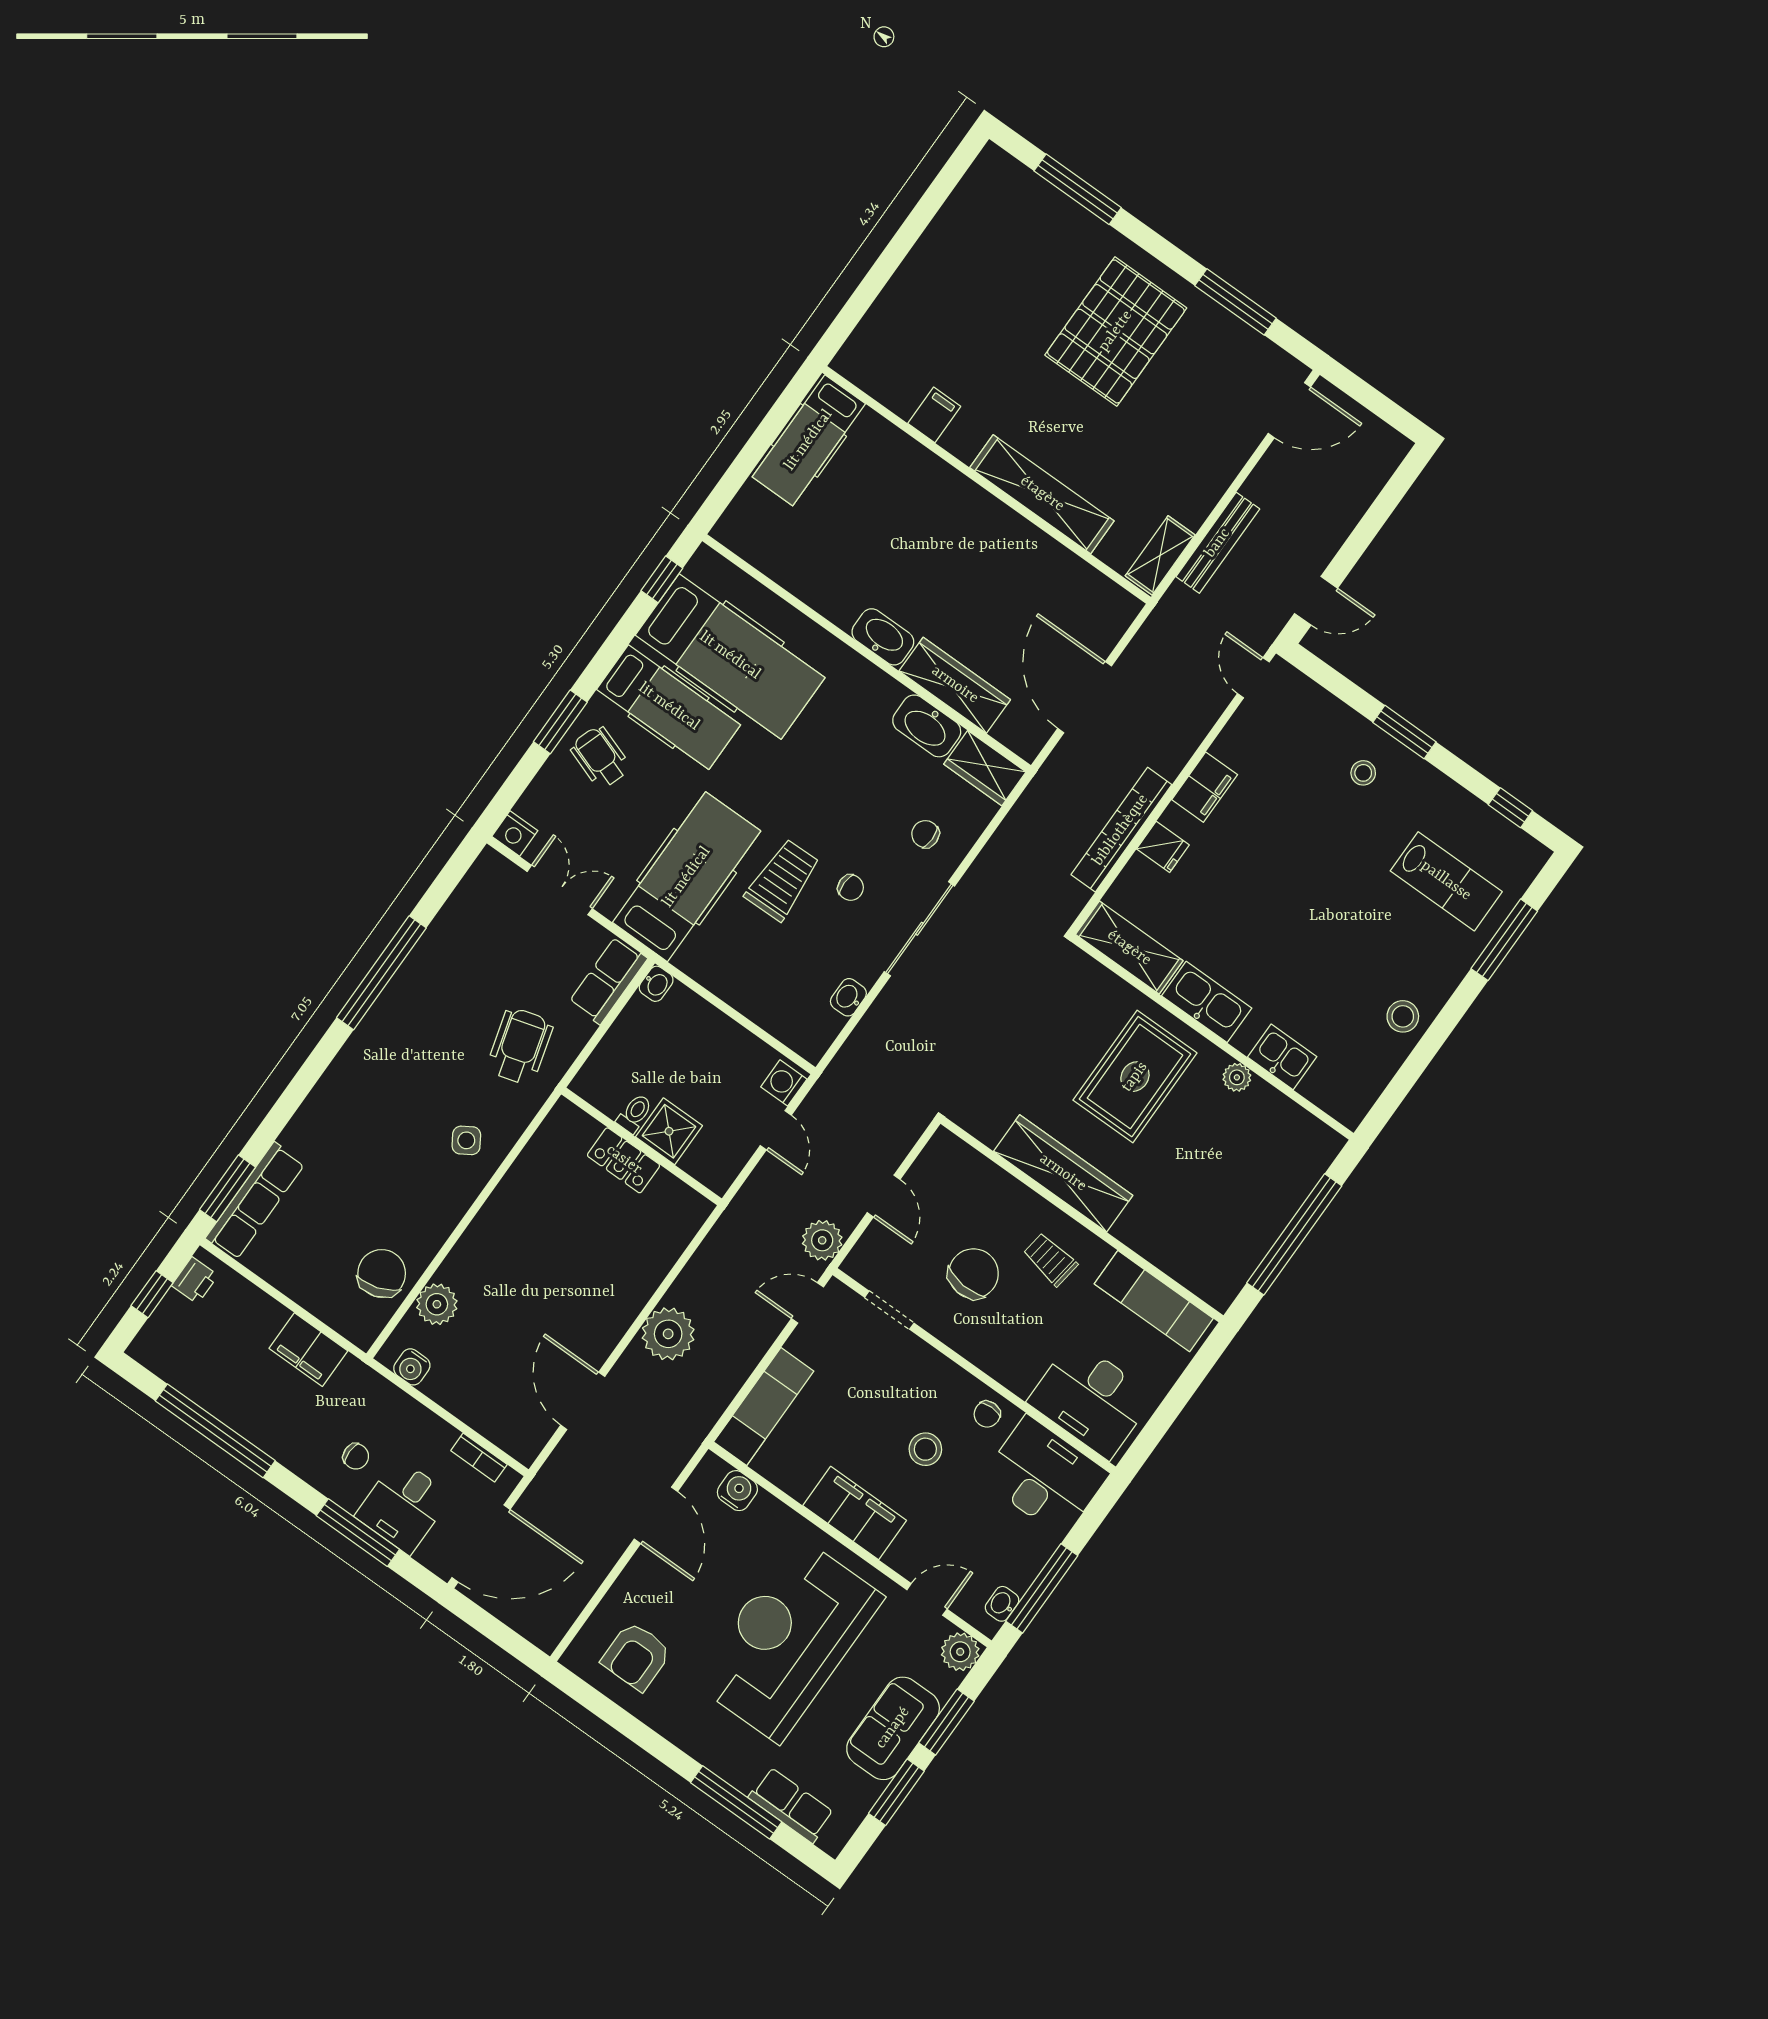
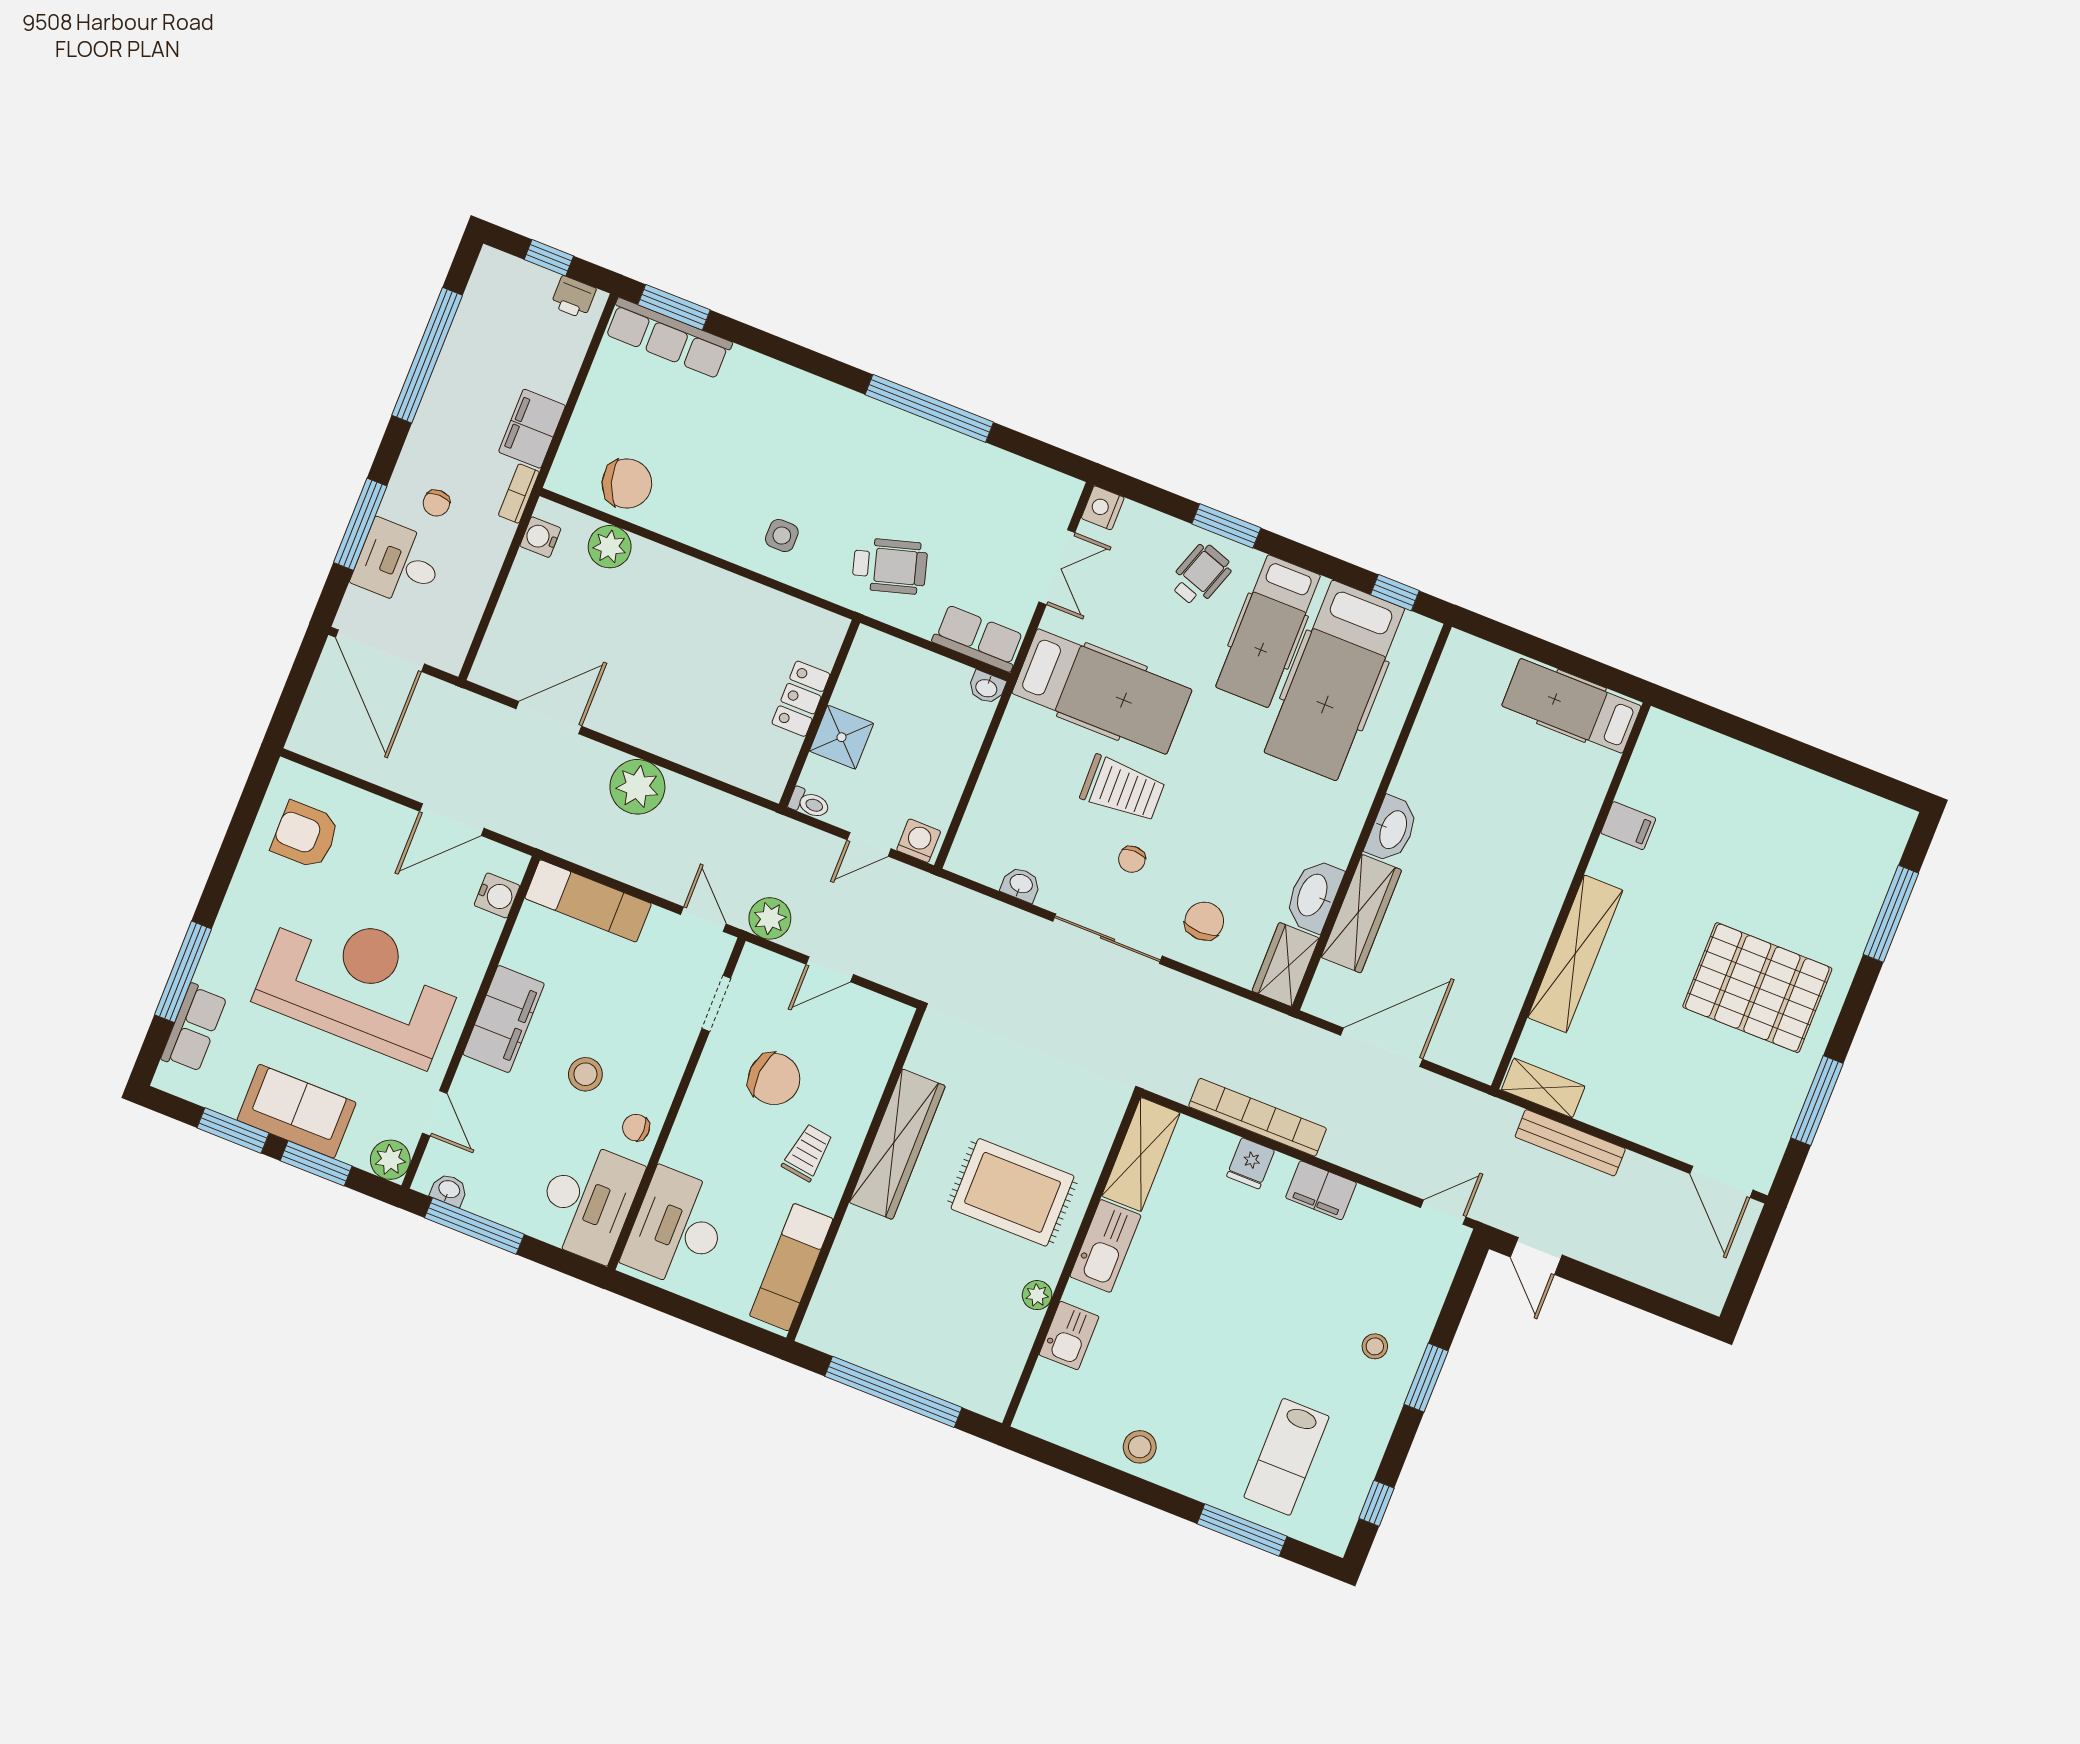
chair: (925, 834) -> (1204, 921), width x1.37, depth x1.37
toilet: (635, 1113) -> (809, 803), moved
side table: (466, 1140) -> (782, 536), turned 32
bookcase: (479, 1458) -> (519, 494), moved

